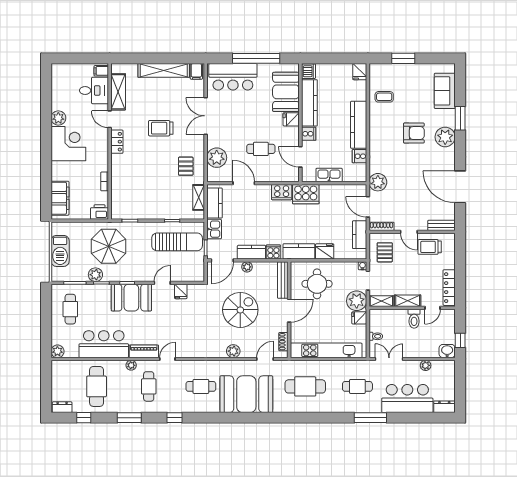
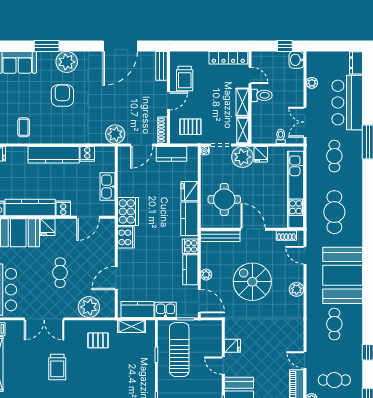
cafe table: (261, 149) -> (60, 273), moved

